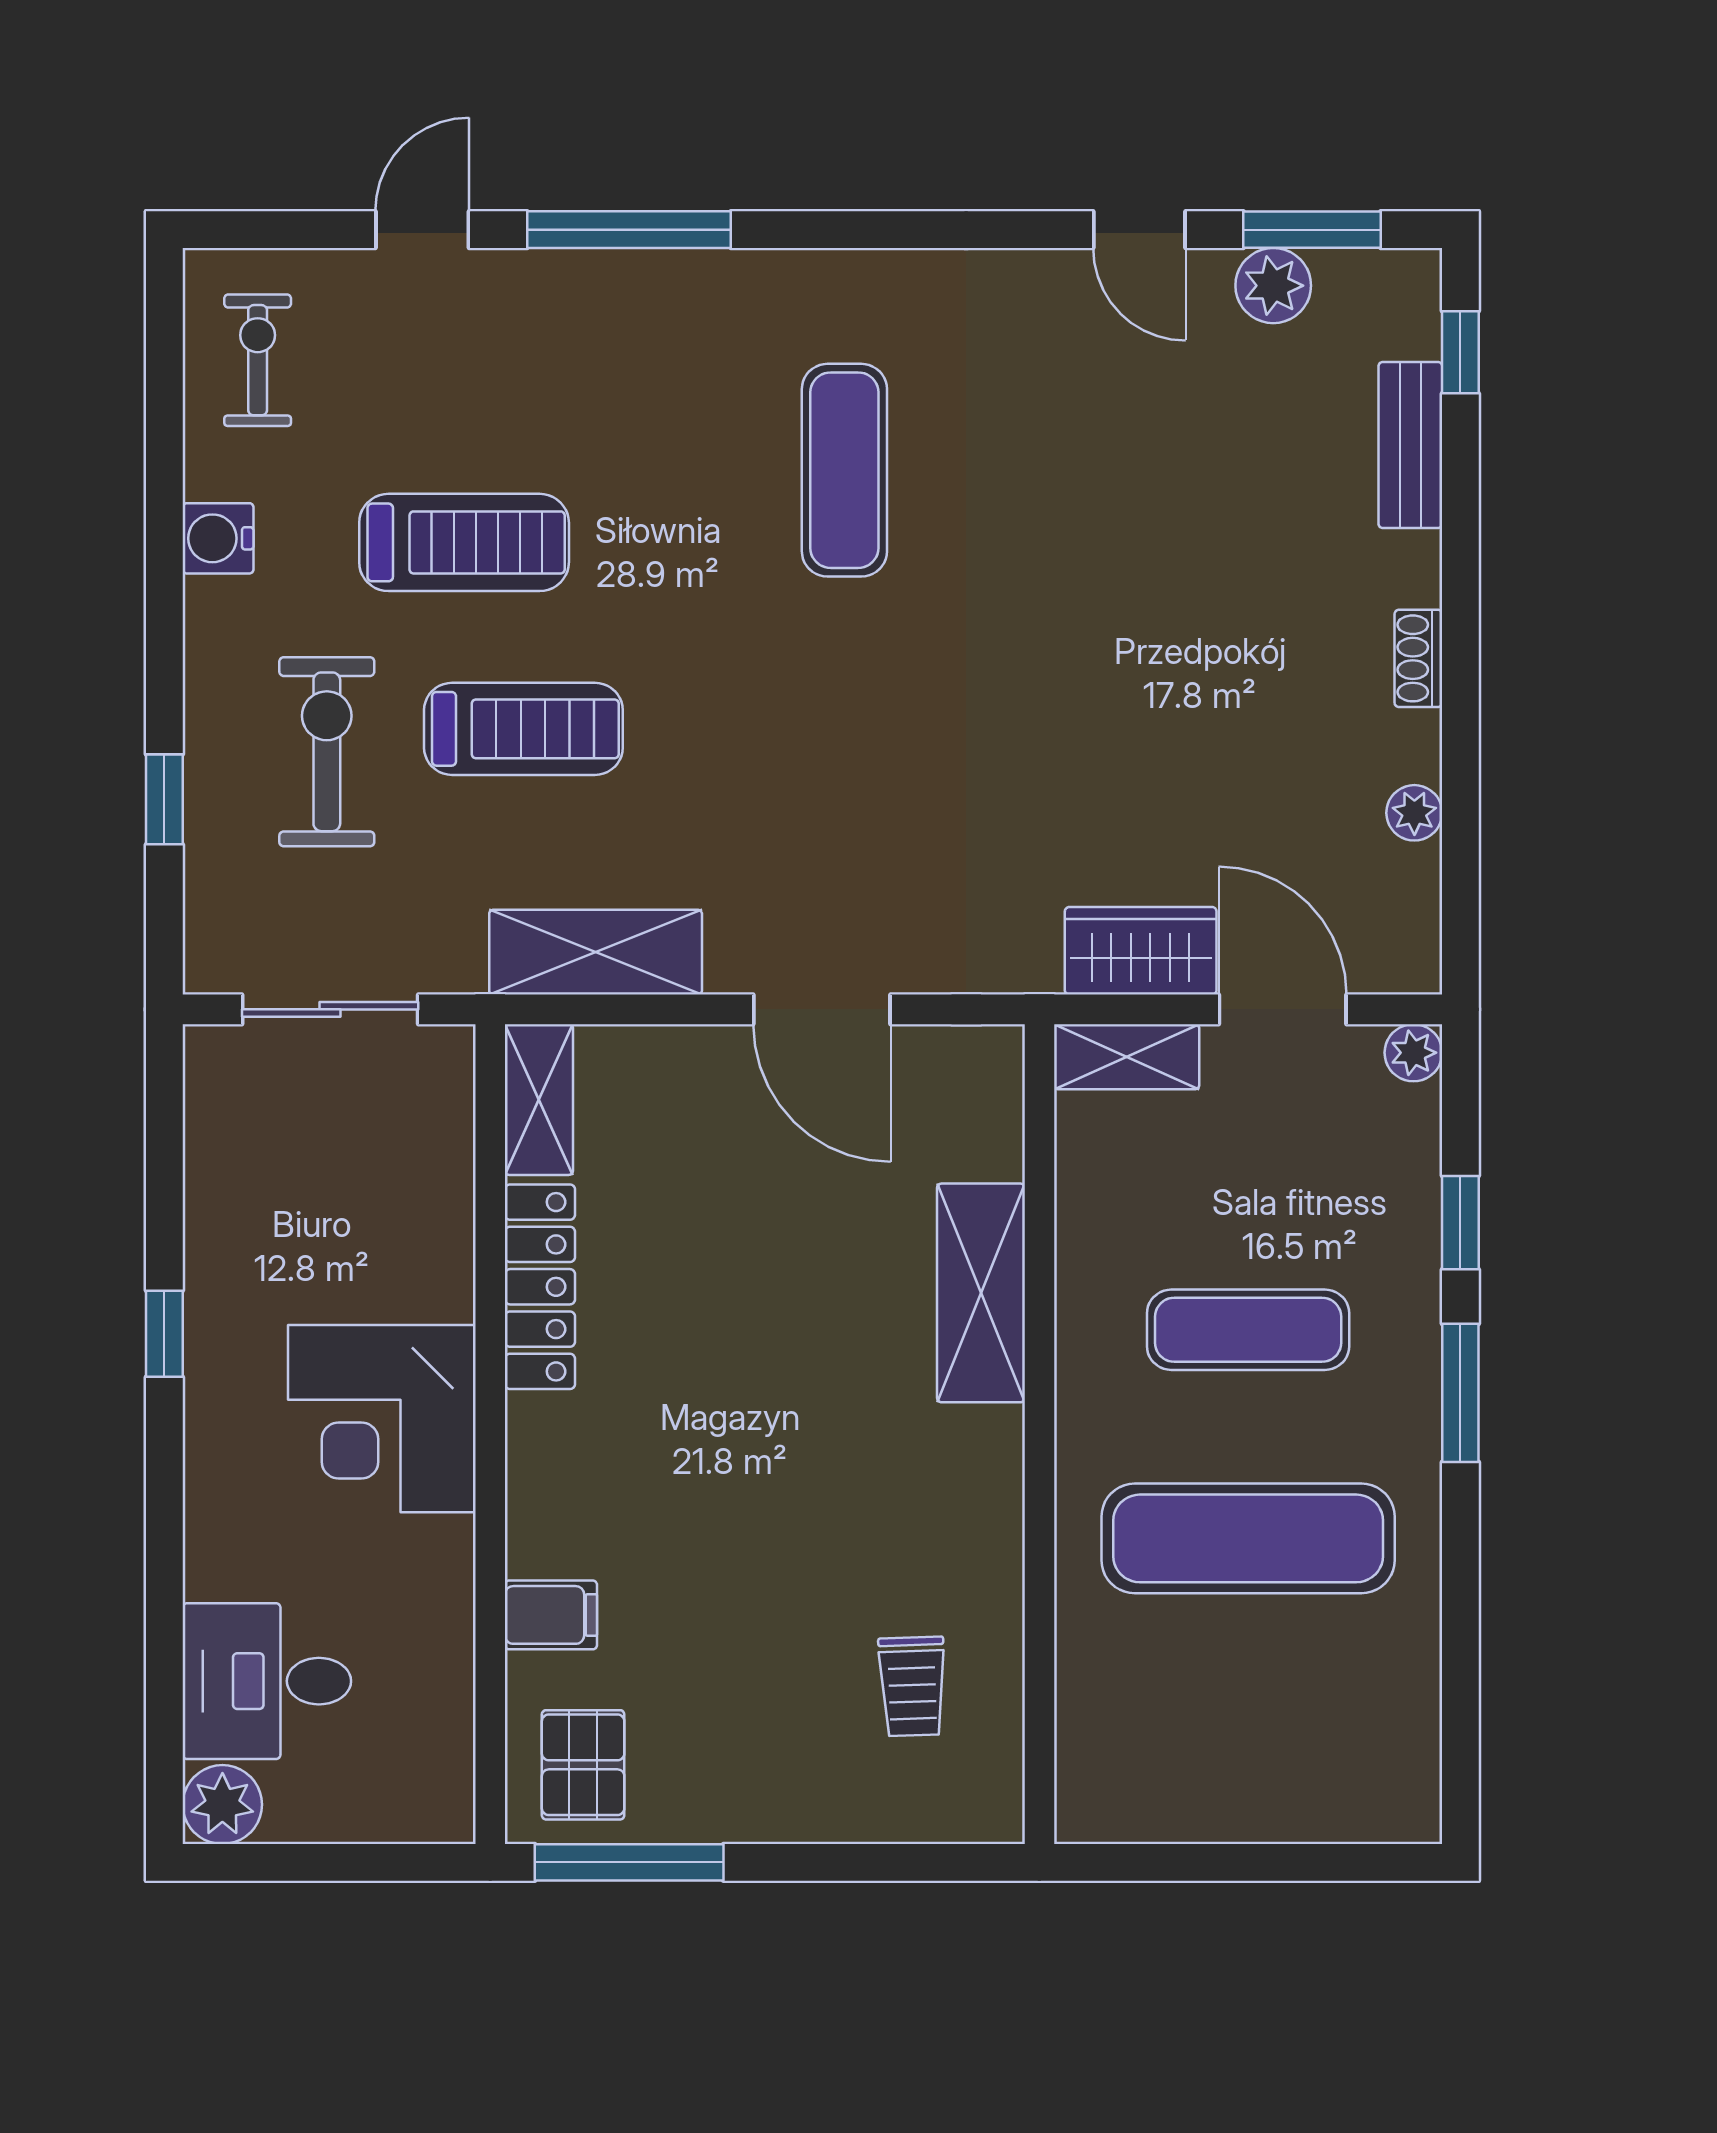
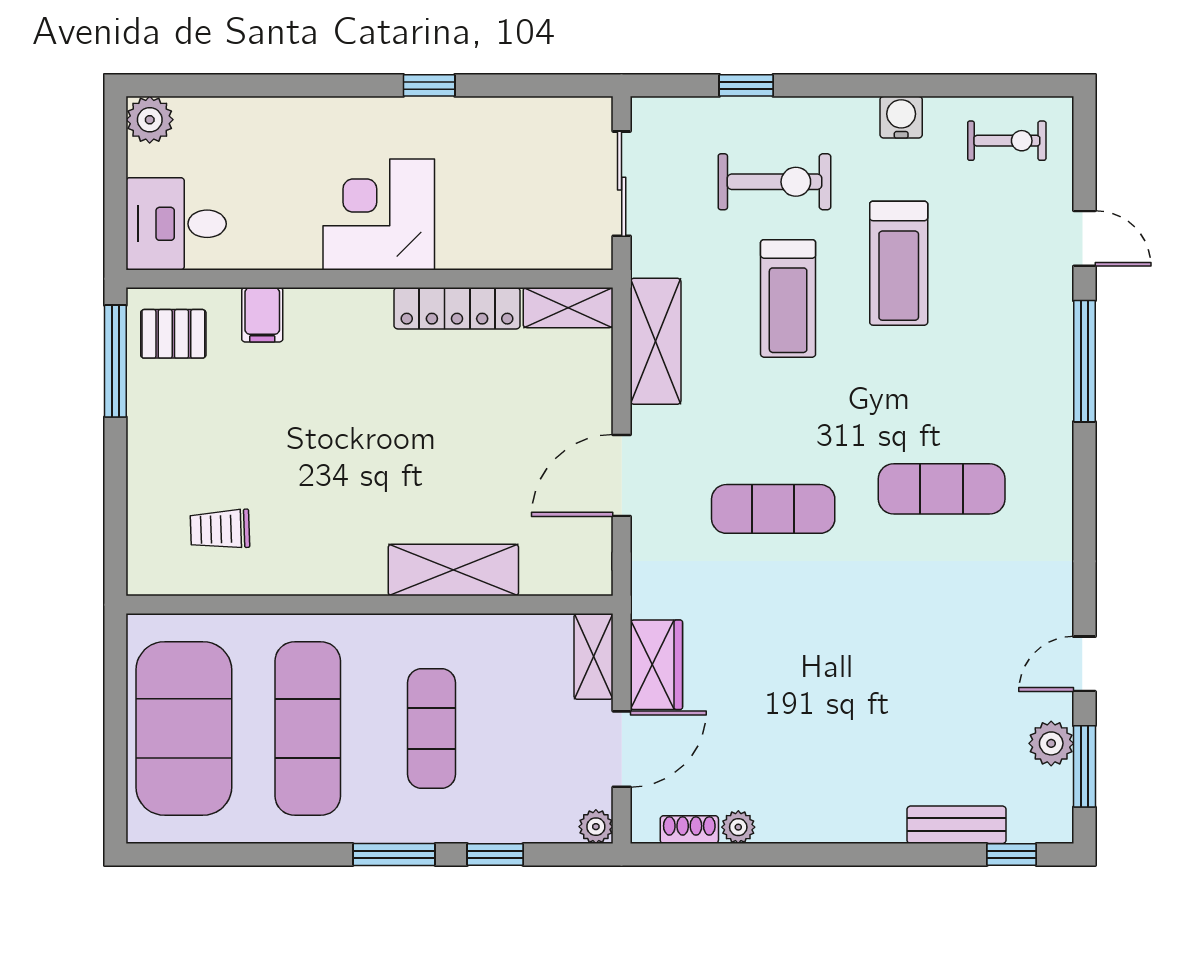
shoe rack: (1418, 658) -> (689, 830), moved
exercise mat: (878, 754) -> (773, 509), added
desk: (267, 1681) -> (176, 224), moved, turned -90
exercise mat: (1248, 1747) -> (184, 728), added

